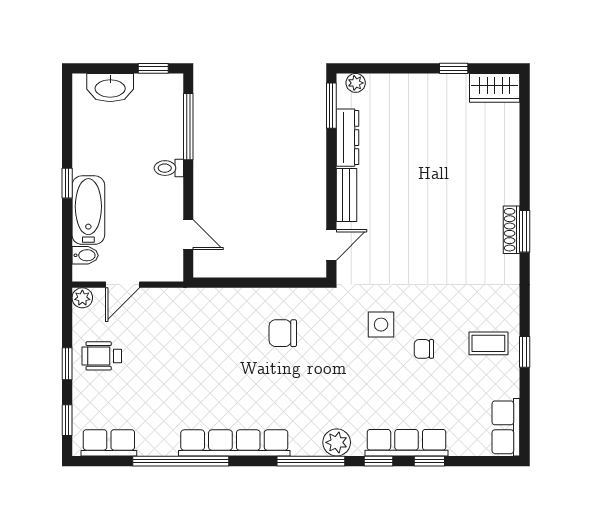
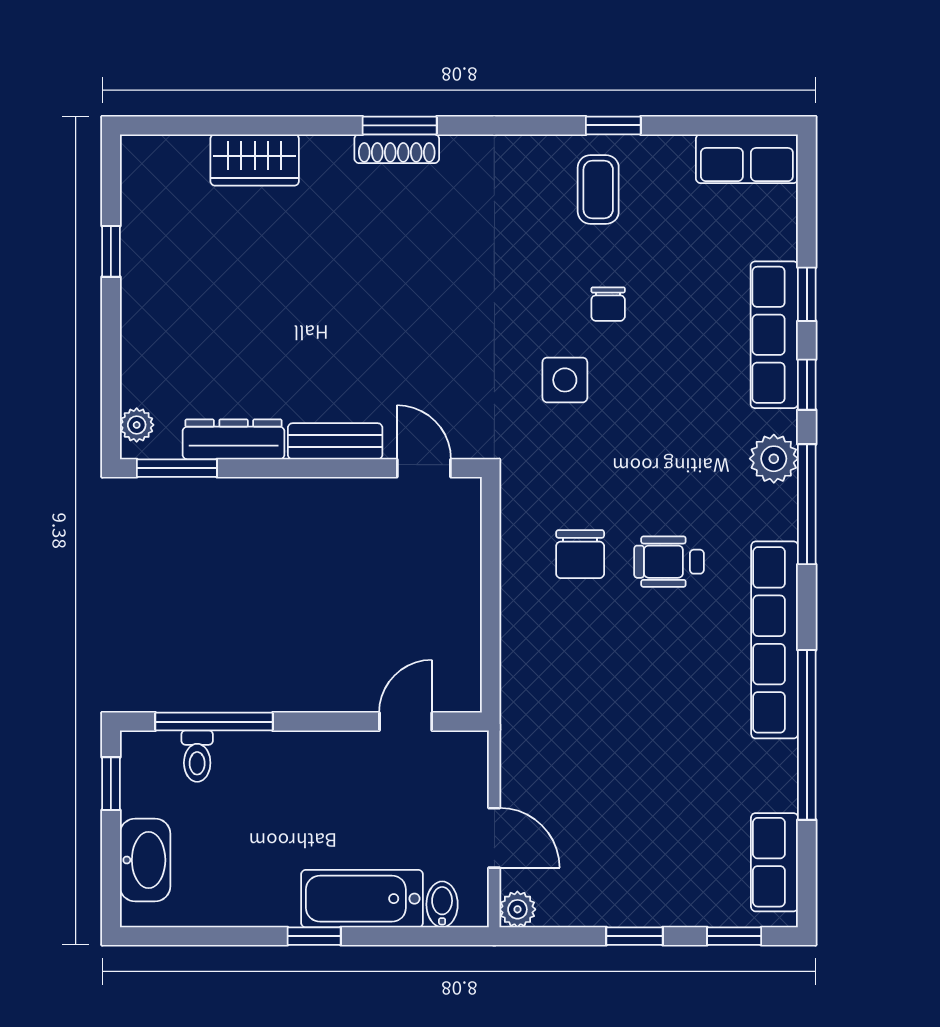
wardrobe: (495, 88) -> (255, 160), moved, turned 90
toilet: (169, 168) -> (197, 756), moved
wheelchair: (102, 356) -> (669, 562), moved, turned 90

